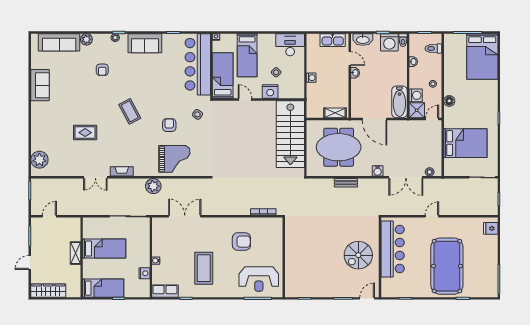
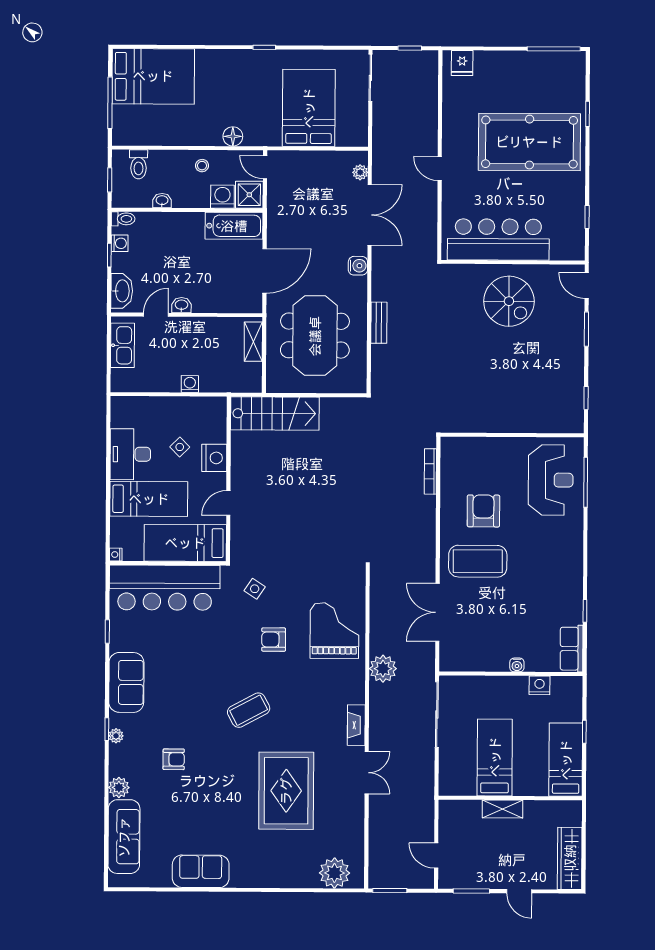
washing machine: (389, 42) -> (120, 243), width x0.53, depth x0.53
desk: (290, 45) -> (130, 454), moved
rug: (85, 133) -> (286, 791), width x1.86, depth x2.06
stairs: (290, 134) -> (275, 414), width x0.73, depth x0.66
coffee table: (204, 268) -> (478, 561), moved

